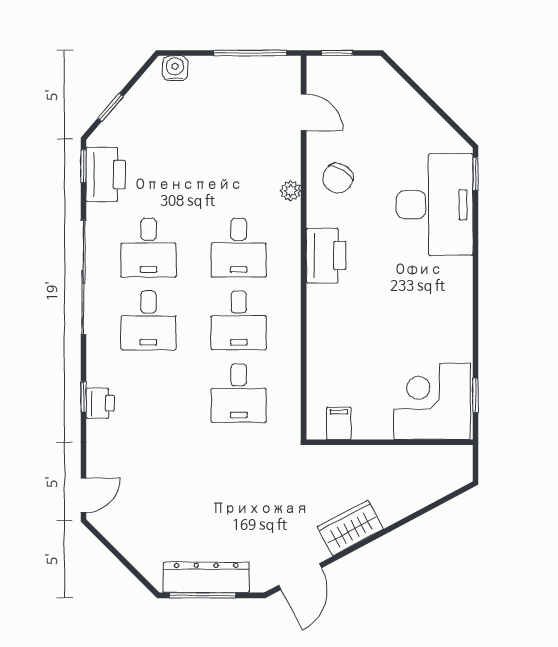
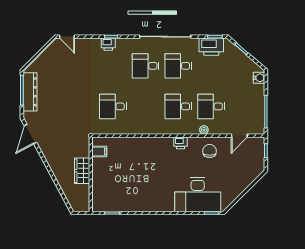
chair: (338, 178) -> (210, 151), turned 59
printer: (326, 256) -> (181, 143), width x0.53, depth x0.68
desk: (239, 320) -> (211, 106), moved
corner desk: (432, 402) -> (109, 193), removed
wardrobe: (350, 528) -> (82, 171), moved, turned -152
door: (300, 577) -> (30, 134), hinge flipped

